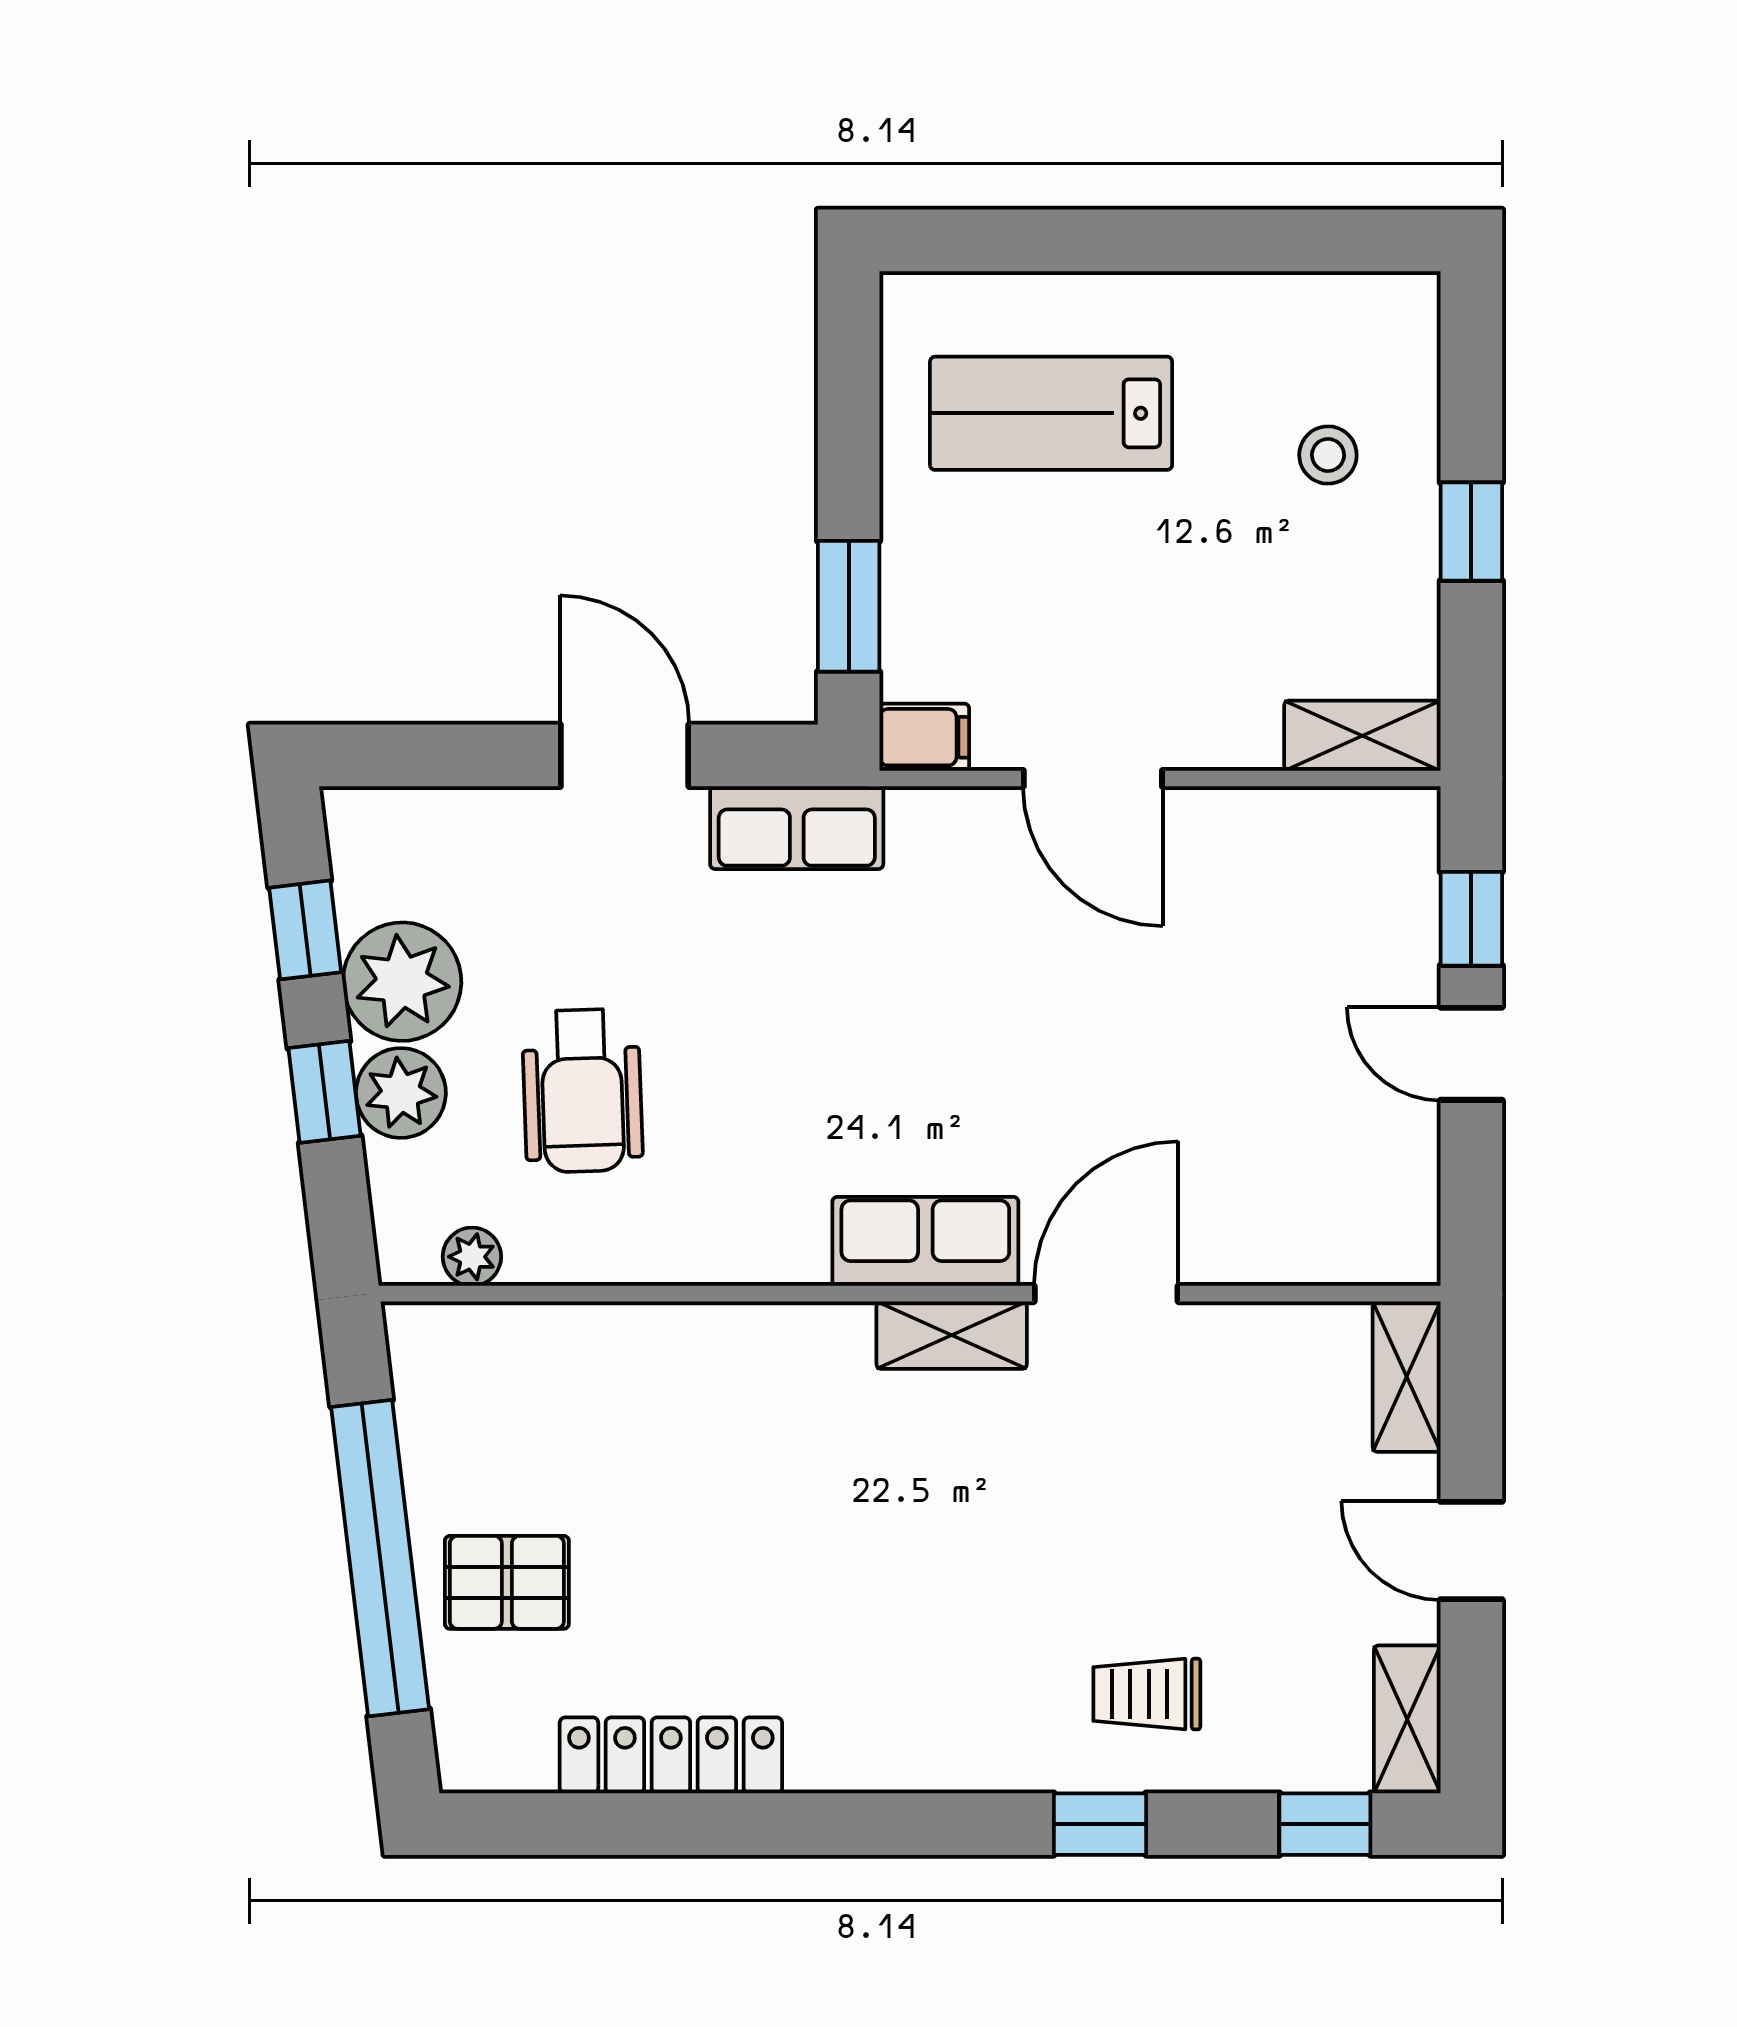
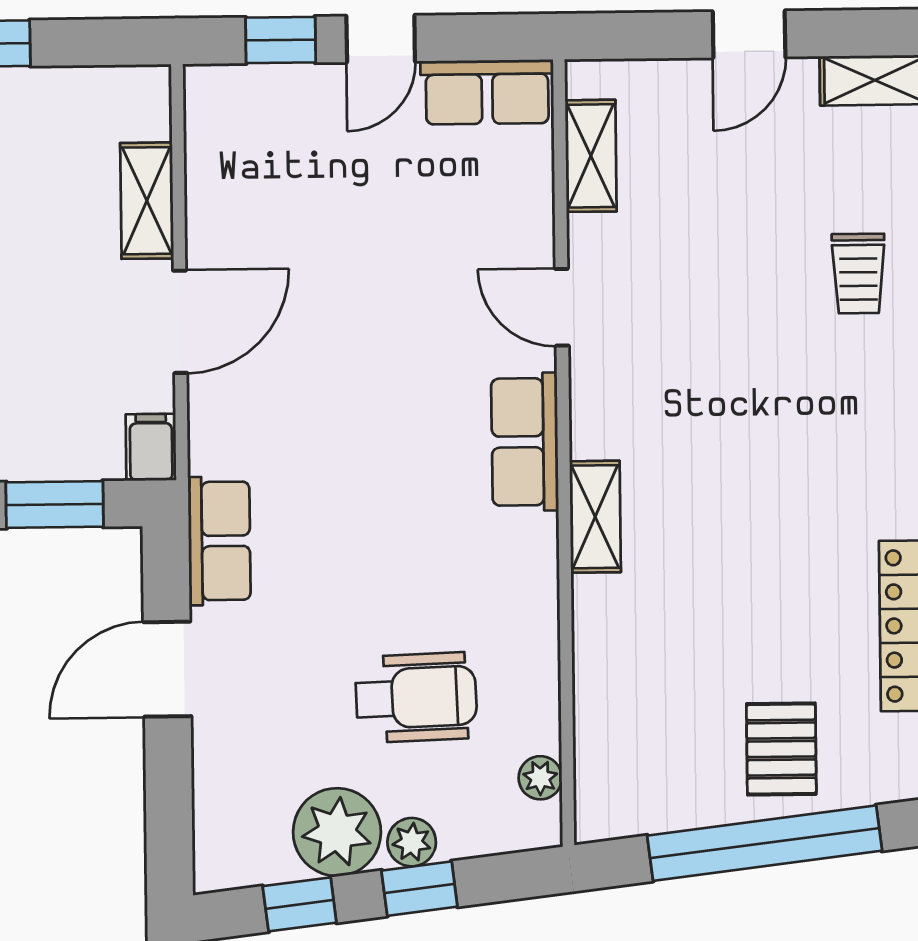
shelving: (1362, 736) -> (147, 201), moved
plant: (401, 1093) -> (412, 842), width x0.73, depth x0.73
row of seats: (1398, 1196) -> (487, 92), added
door: (1106, 1294) -> (562, 307), width x0.73
shelving: (952, 1335) -> (595, 517), moved
shelving: (1407, 1377) -> (591, 156), moved, turned 90

